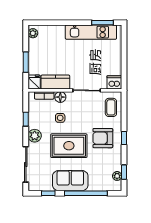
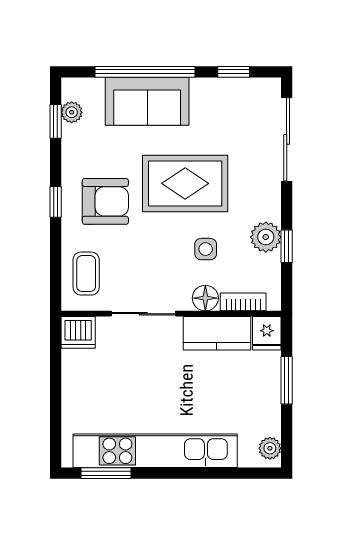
kitchen unit: (91, 32) -> (155, 451), width x1.36
plant: (35, 136) -> (266, 237), moved
sofa: (70, 181) -> (147, 101), moved

